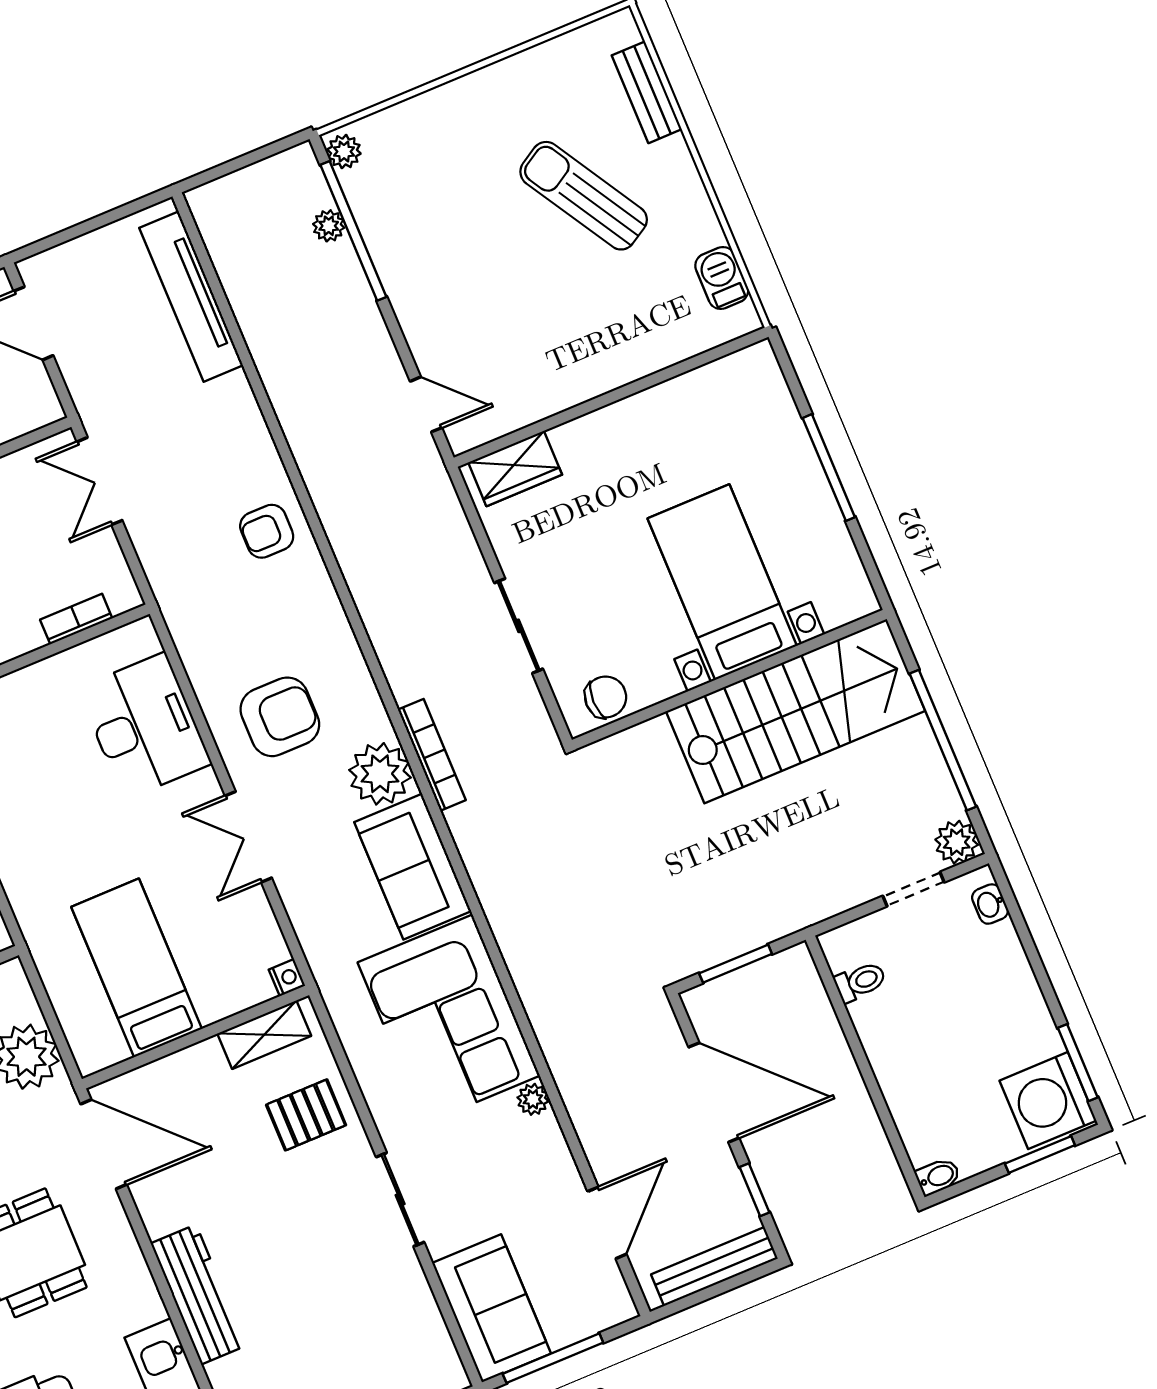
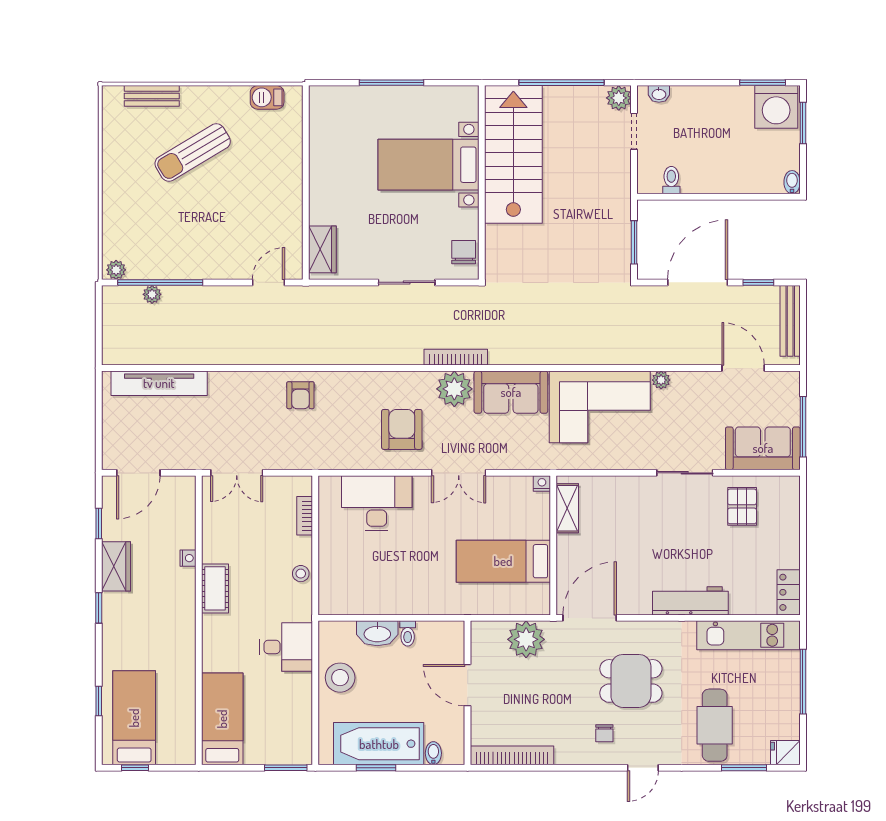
pallet: (306, 1115) -> (742, 506), moved

